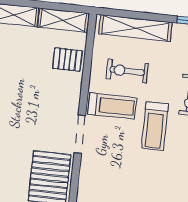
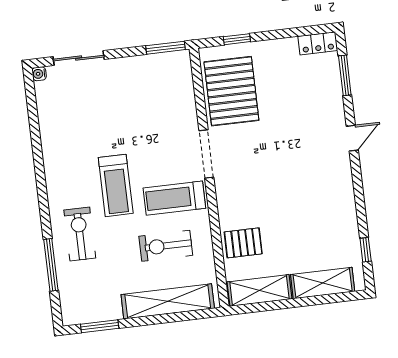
exercise bike: (127, 71) -> (166, 246), turned 180
treadmill: (155, 126) -> (116, 185), turned 180

